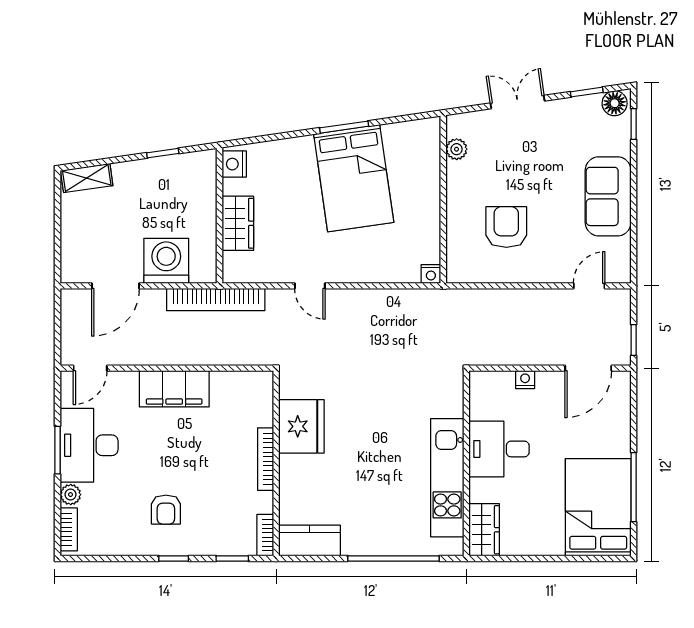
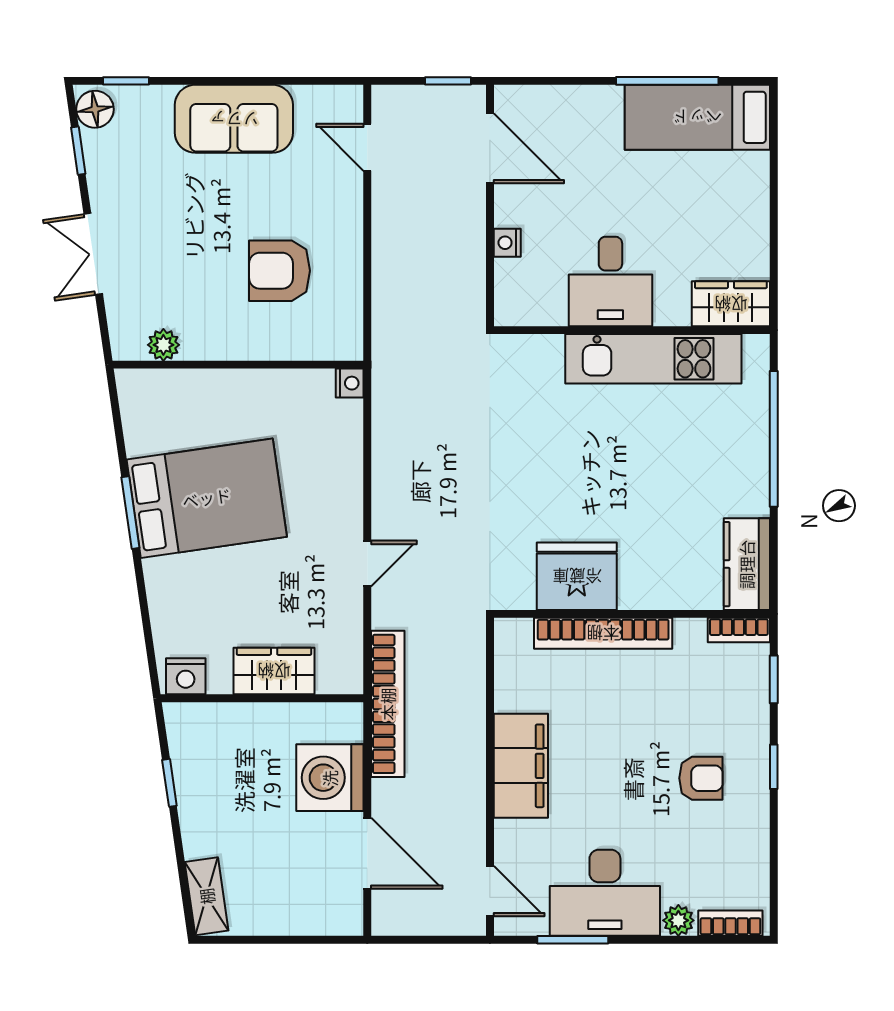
window: (58, 450) -> (573, 940), moved
bookcase: (266, 459) -> (603, 633), width x1.48, depth x1.31
bed: (598, 507) -> (697, 117), width x0.67

